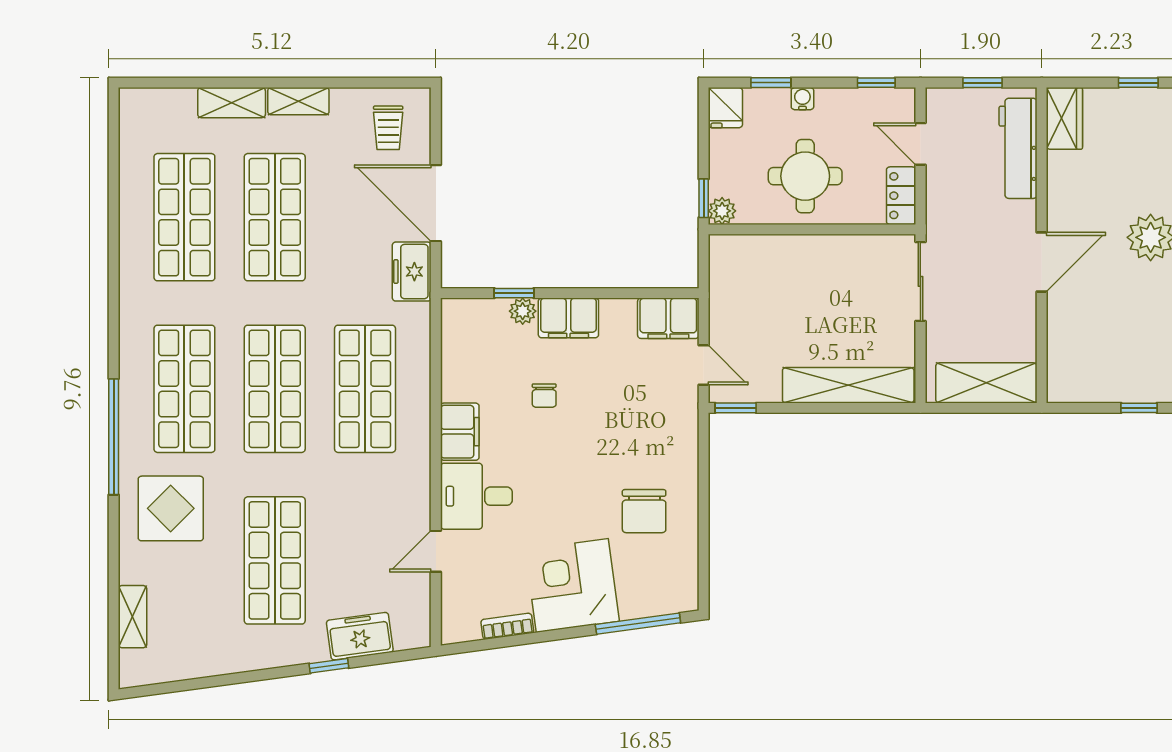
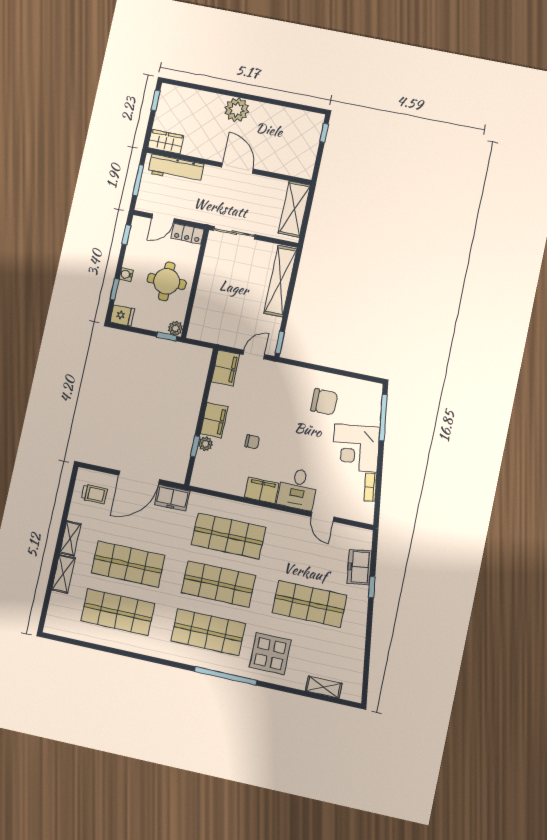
window: (983, 83) -> (138, 180), width x1.50

